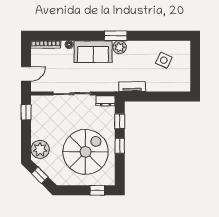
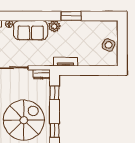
window: (116, 36) -> (71, 16), moved
side table: (164, 60) -> (109, 45), moved
window: (120, 146) -> (55, 130), moved

